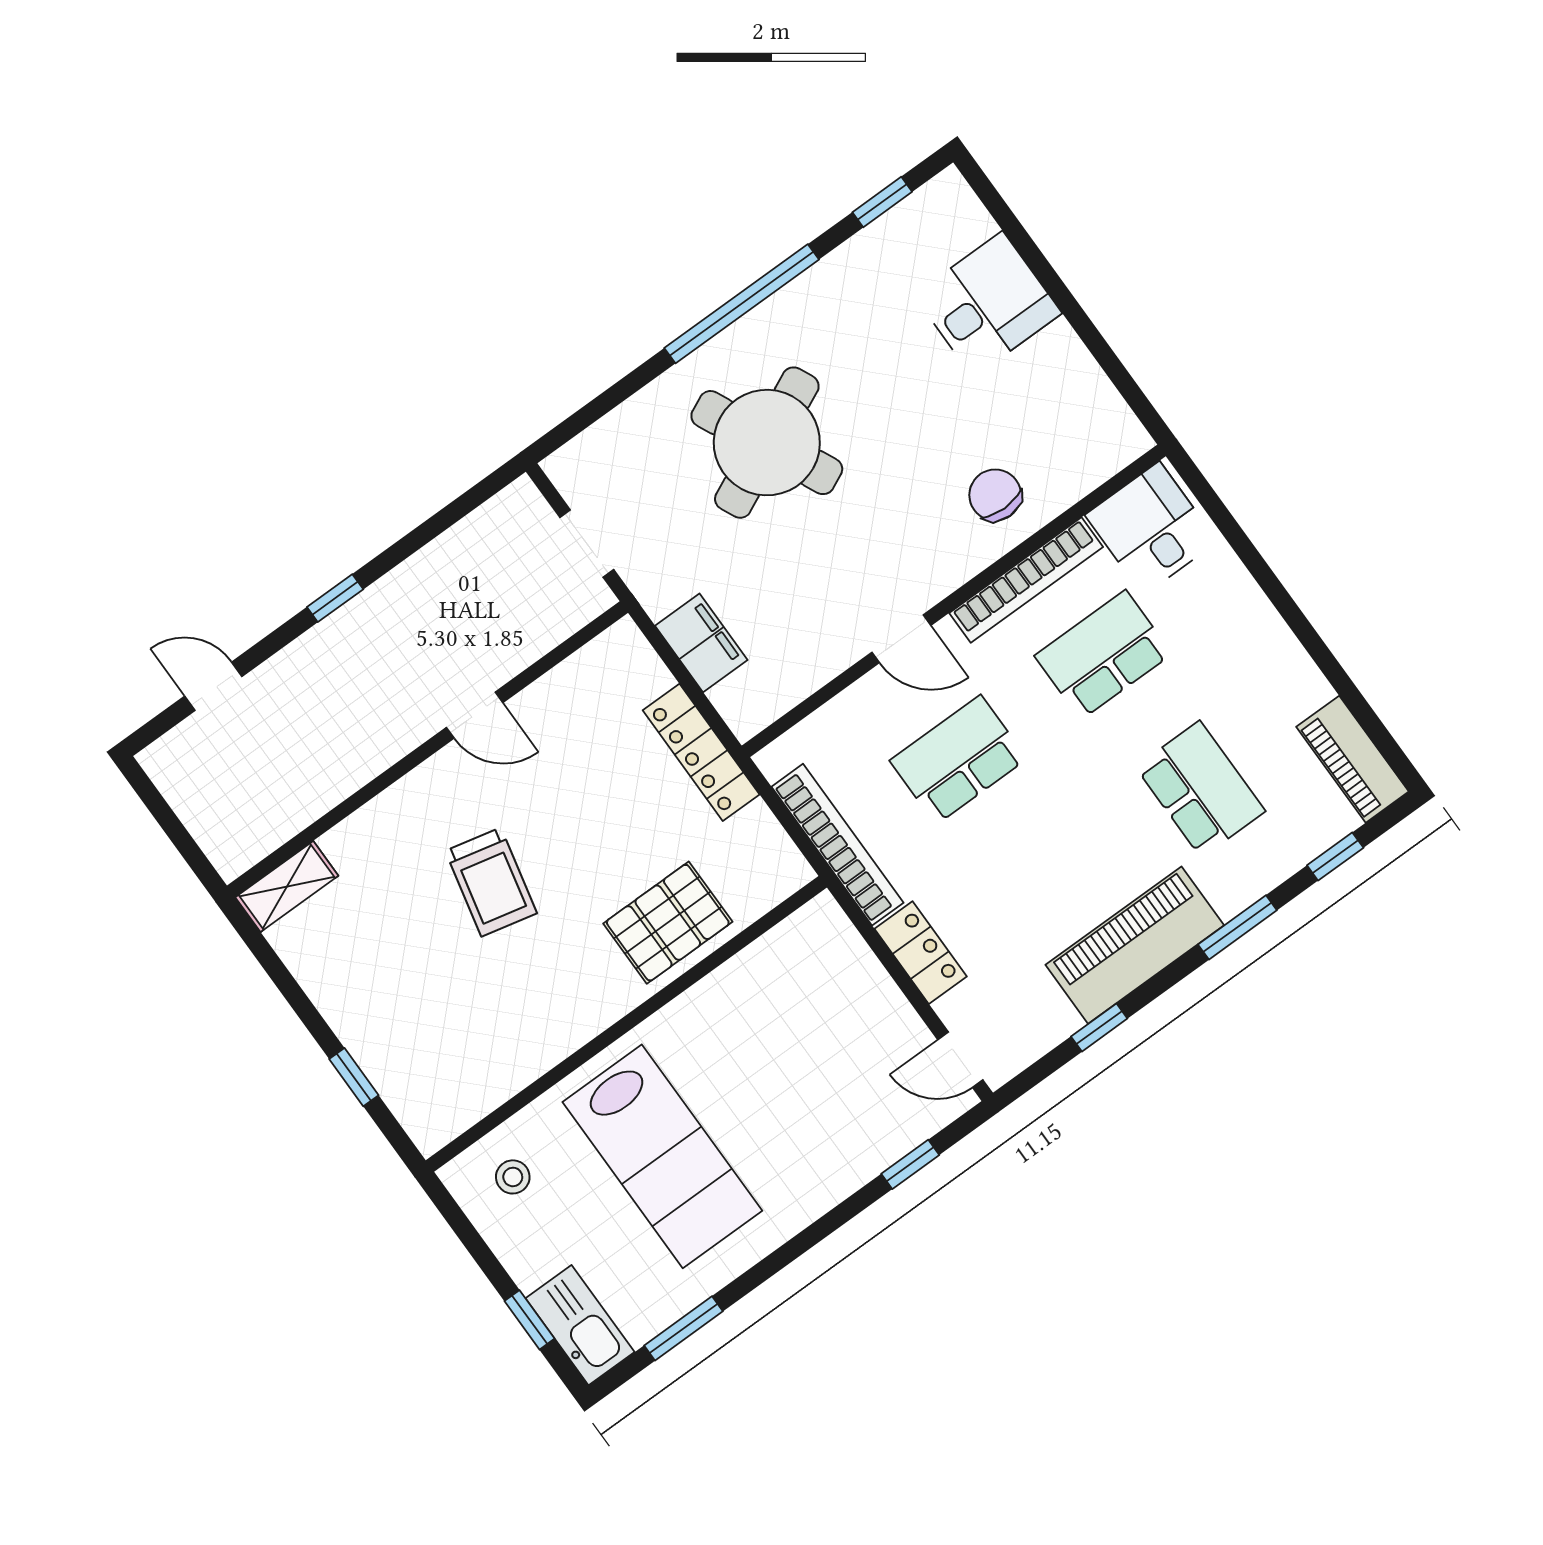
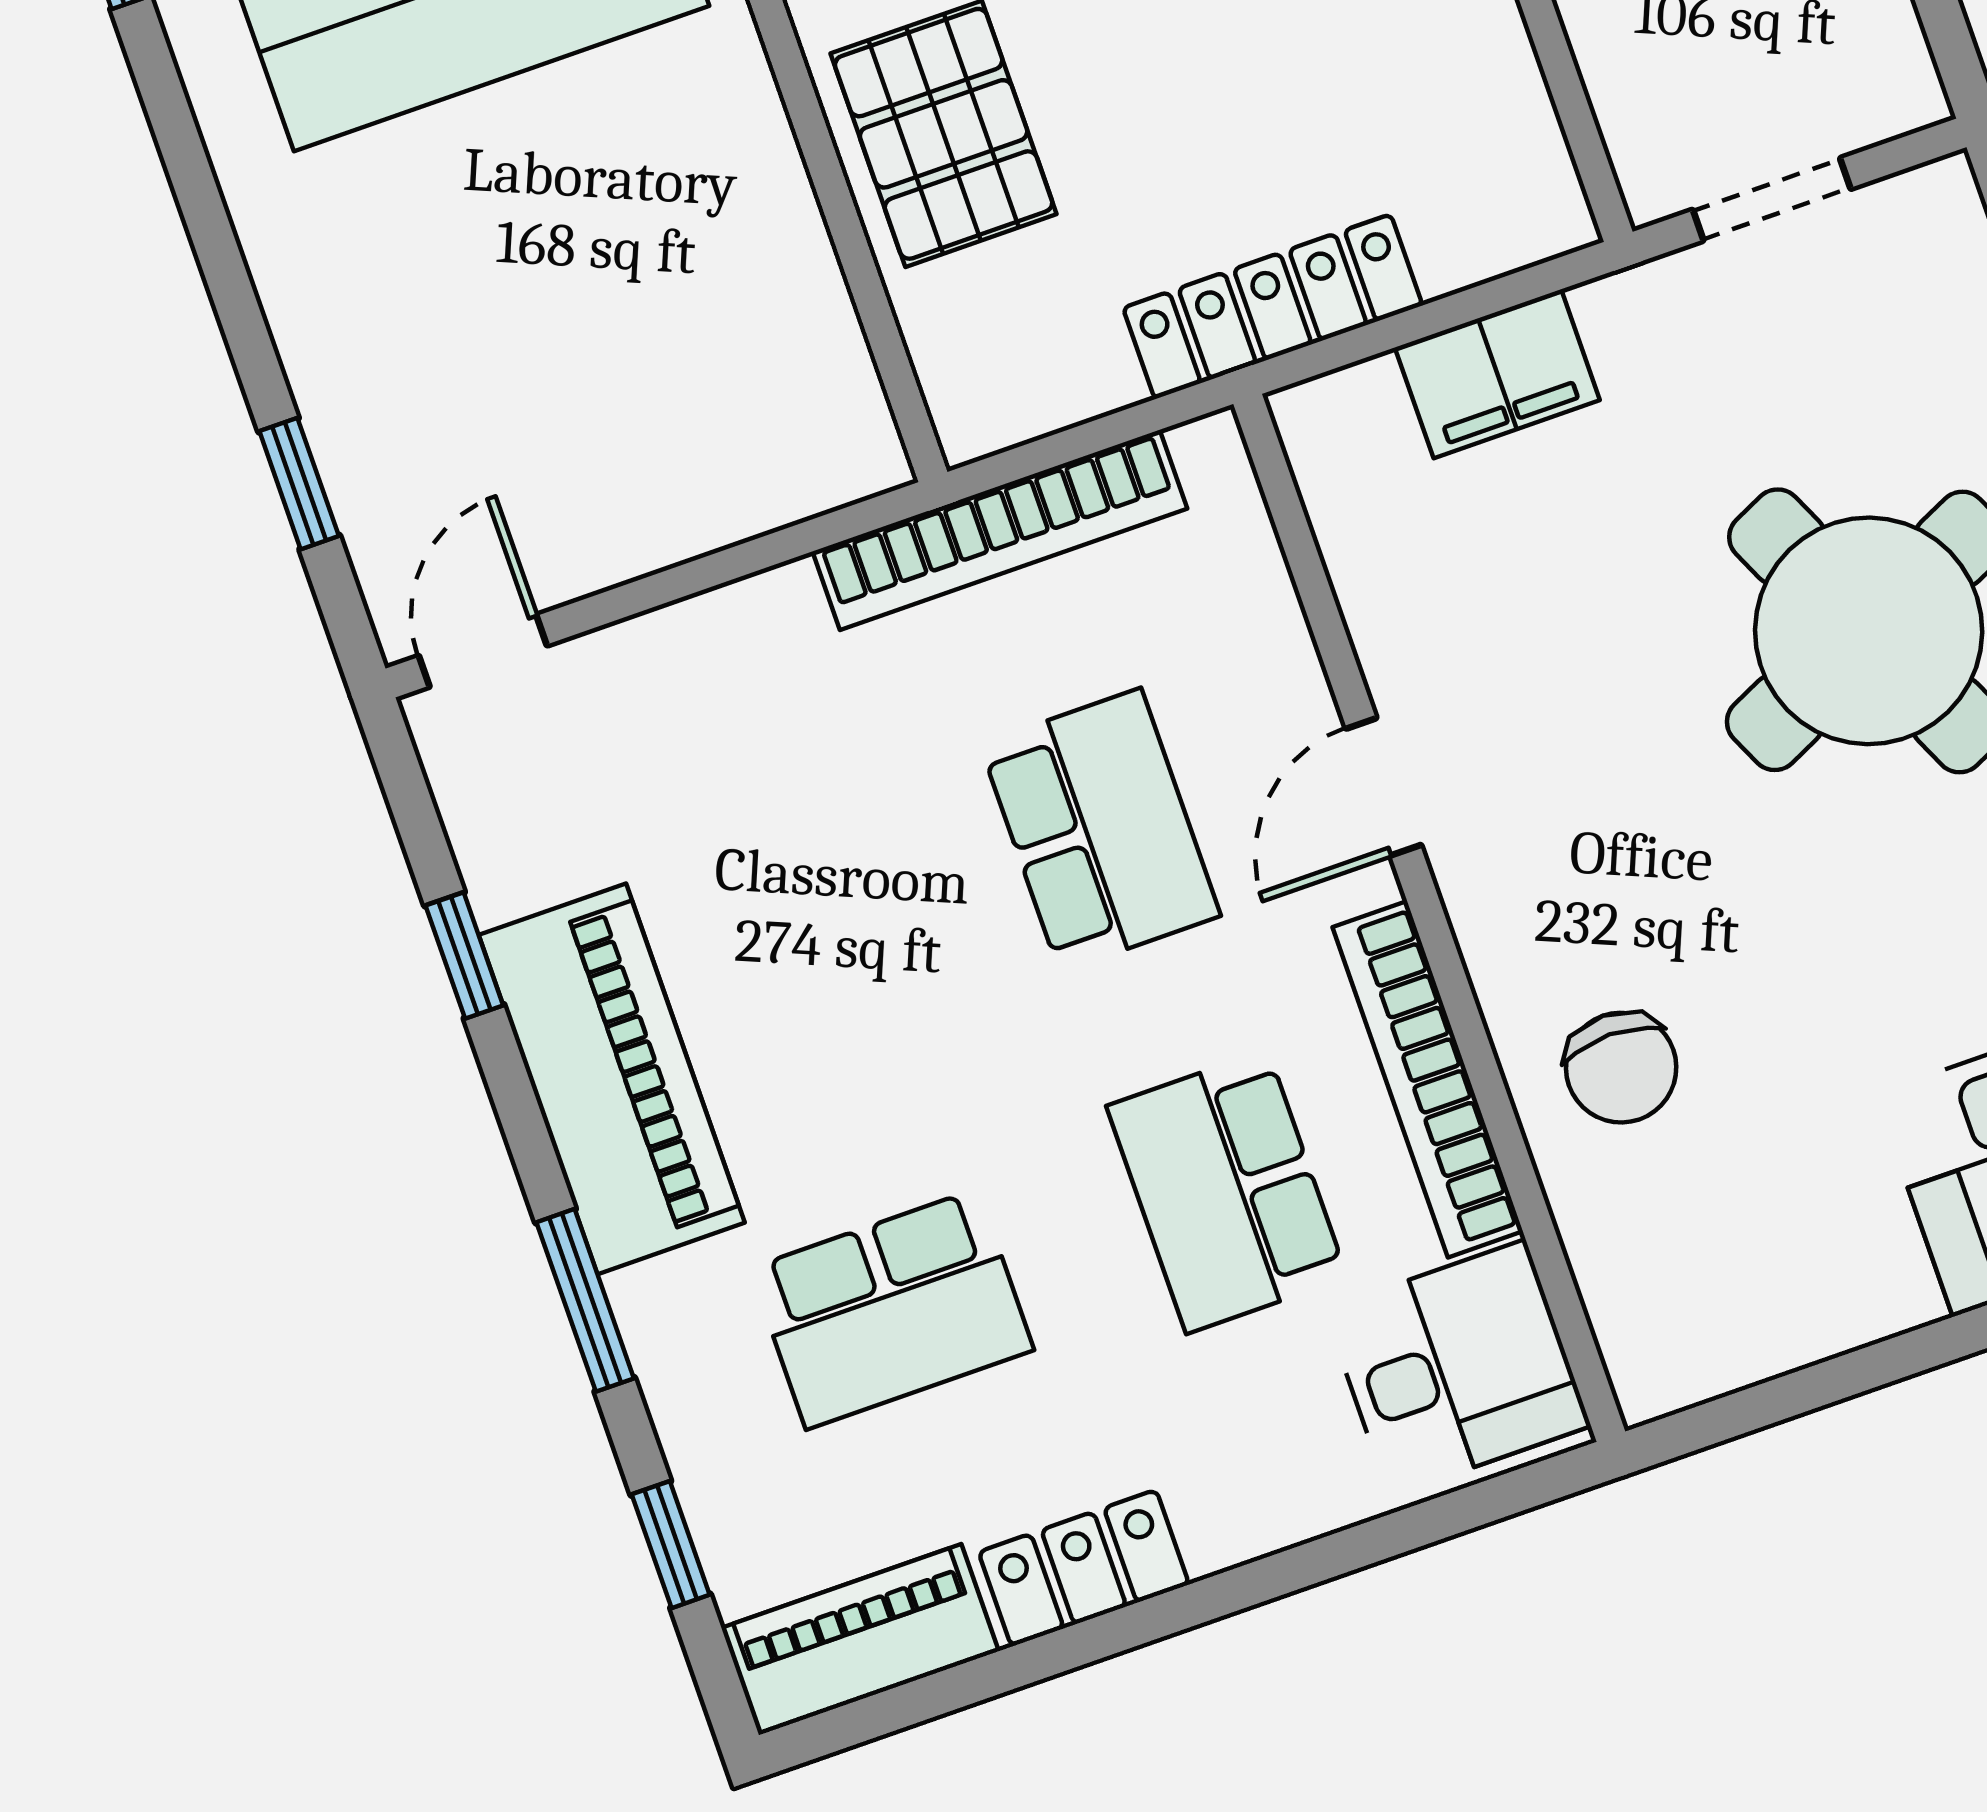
chair: (995, 495) -> (1621, 1068), turned 90
school desk: (1103, 655) -> (1227, 1192), turned 180
locker: (921, 953) -> (1084, 1568), moved, turned 180

